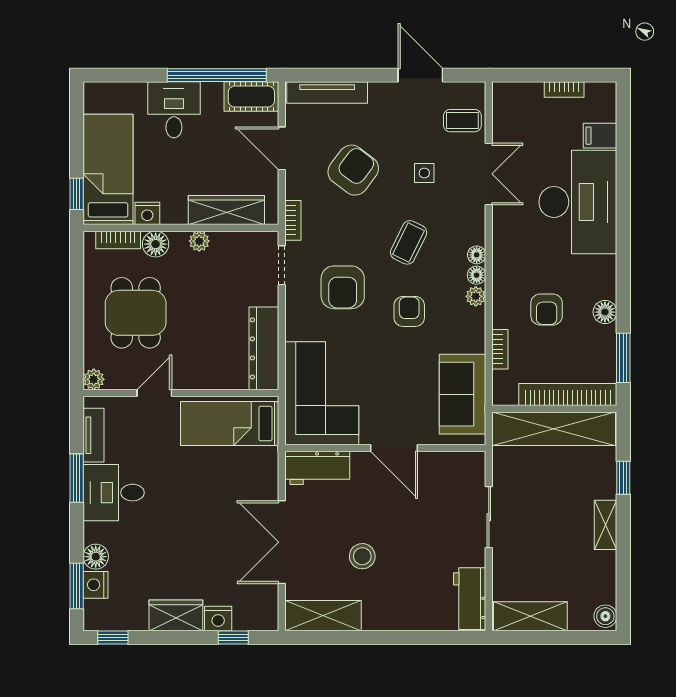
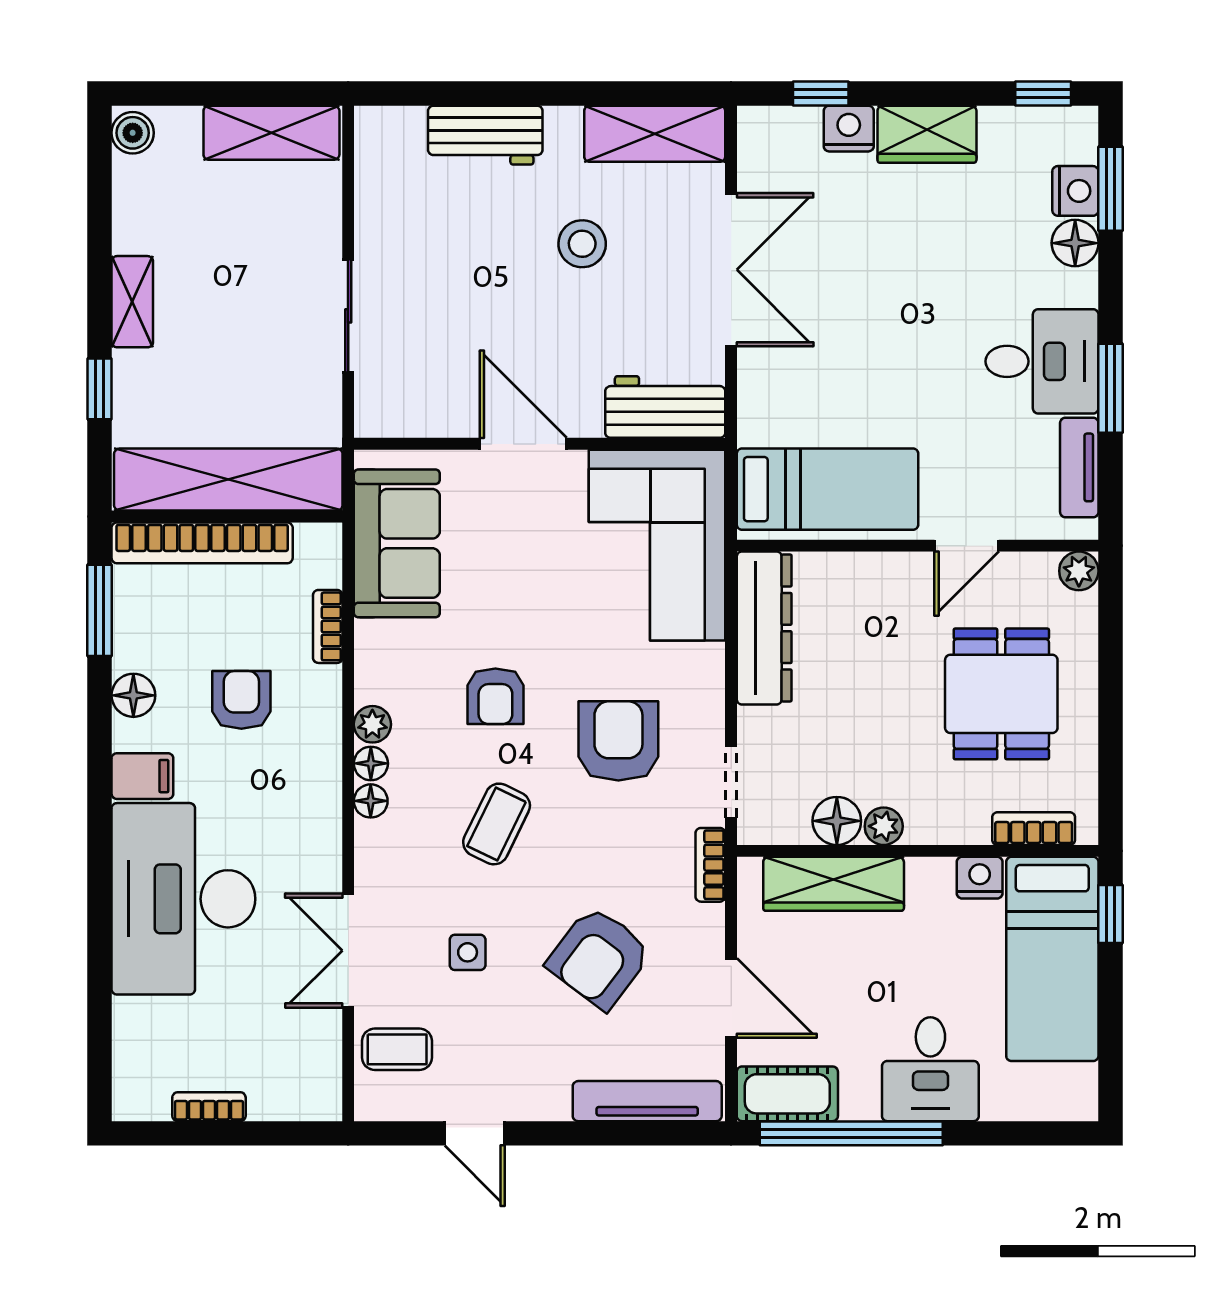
door: (420, 75) -> (475, 1133), width x0.73
filing cabinet: (600, 136) -> (142, 776), moved
floor lamp: (156, 244) -> (837, 821), moved
workbench: (470, 599) -> (485, 135), moved, turned 90

